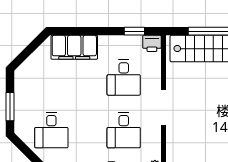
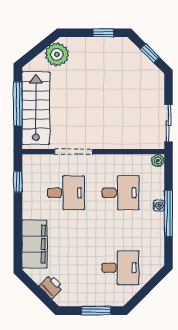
printer: (152, 43) -> (51, 287), moved, turned -45
doorway: (163, 107) -> (73, 152), moved

